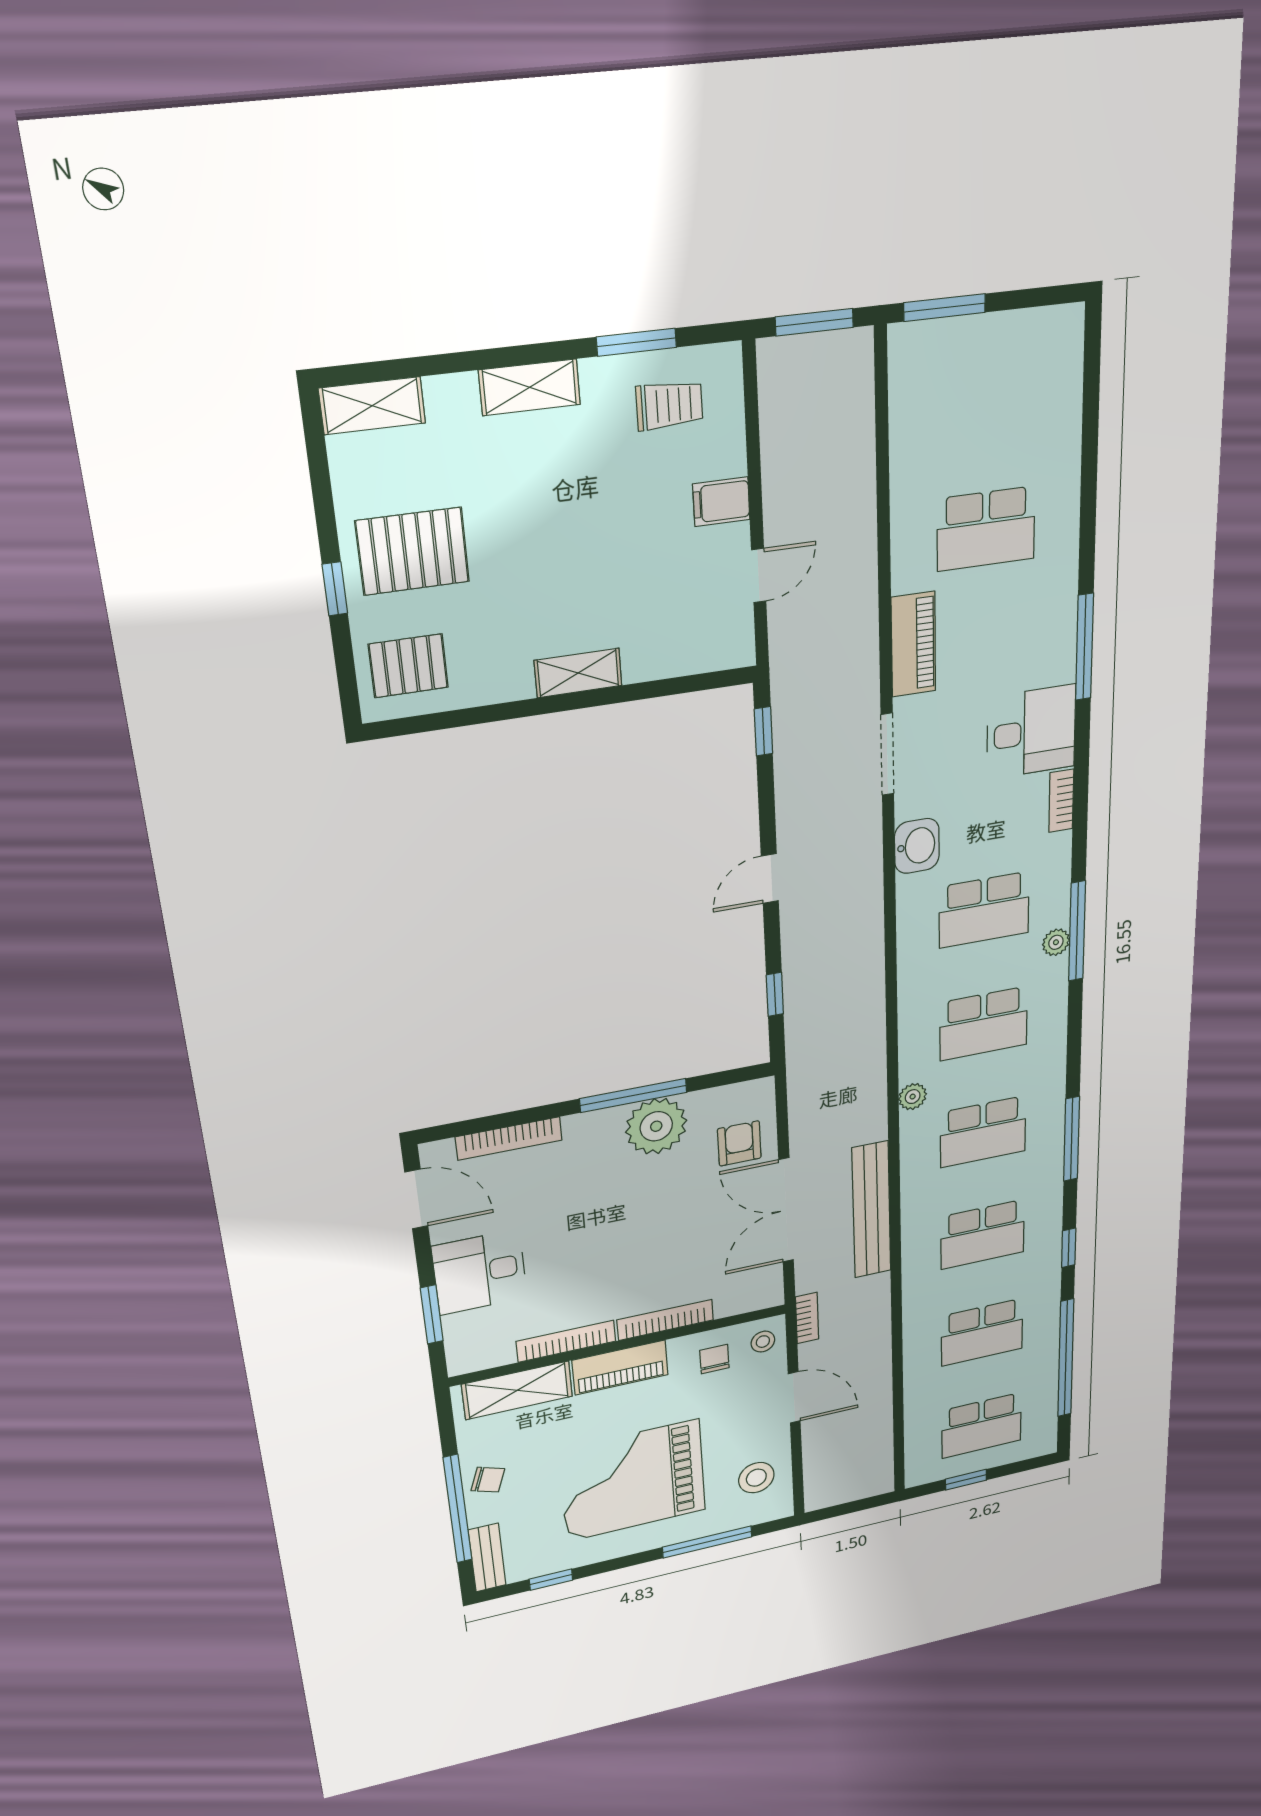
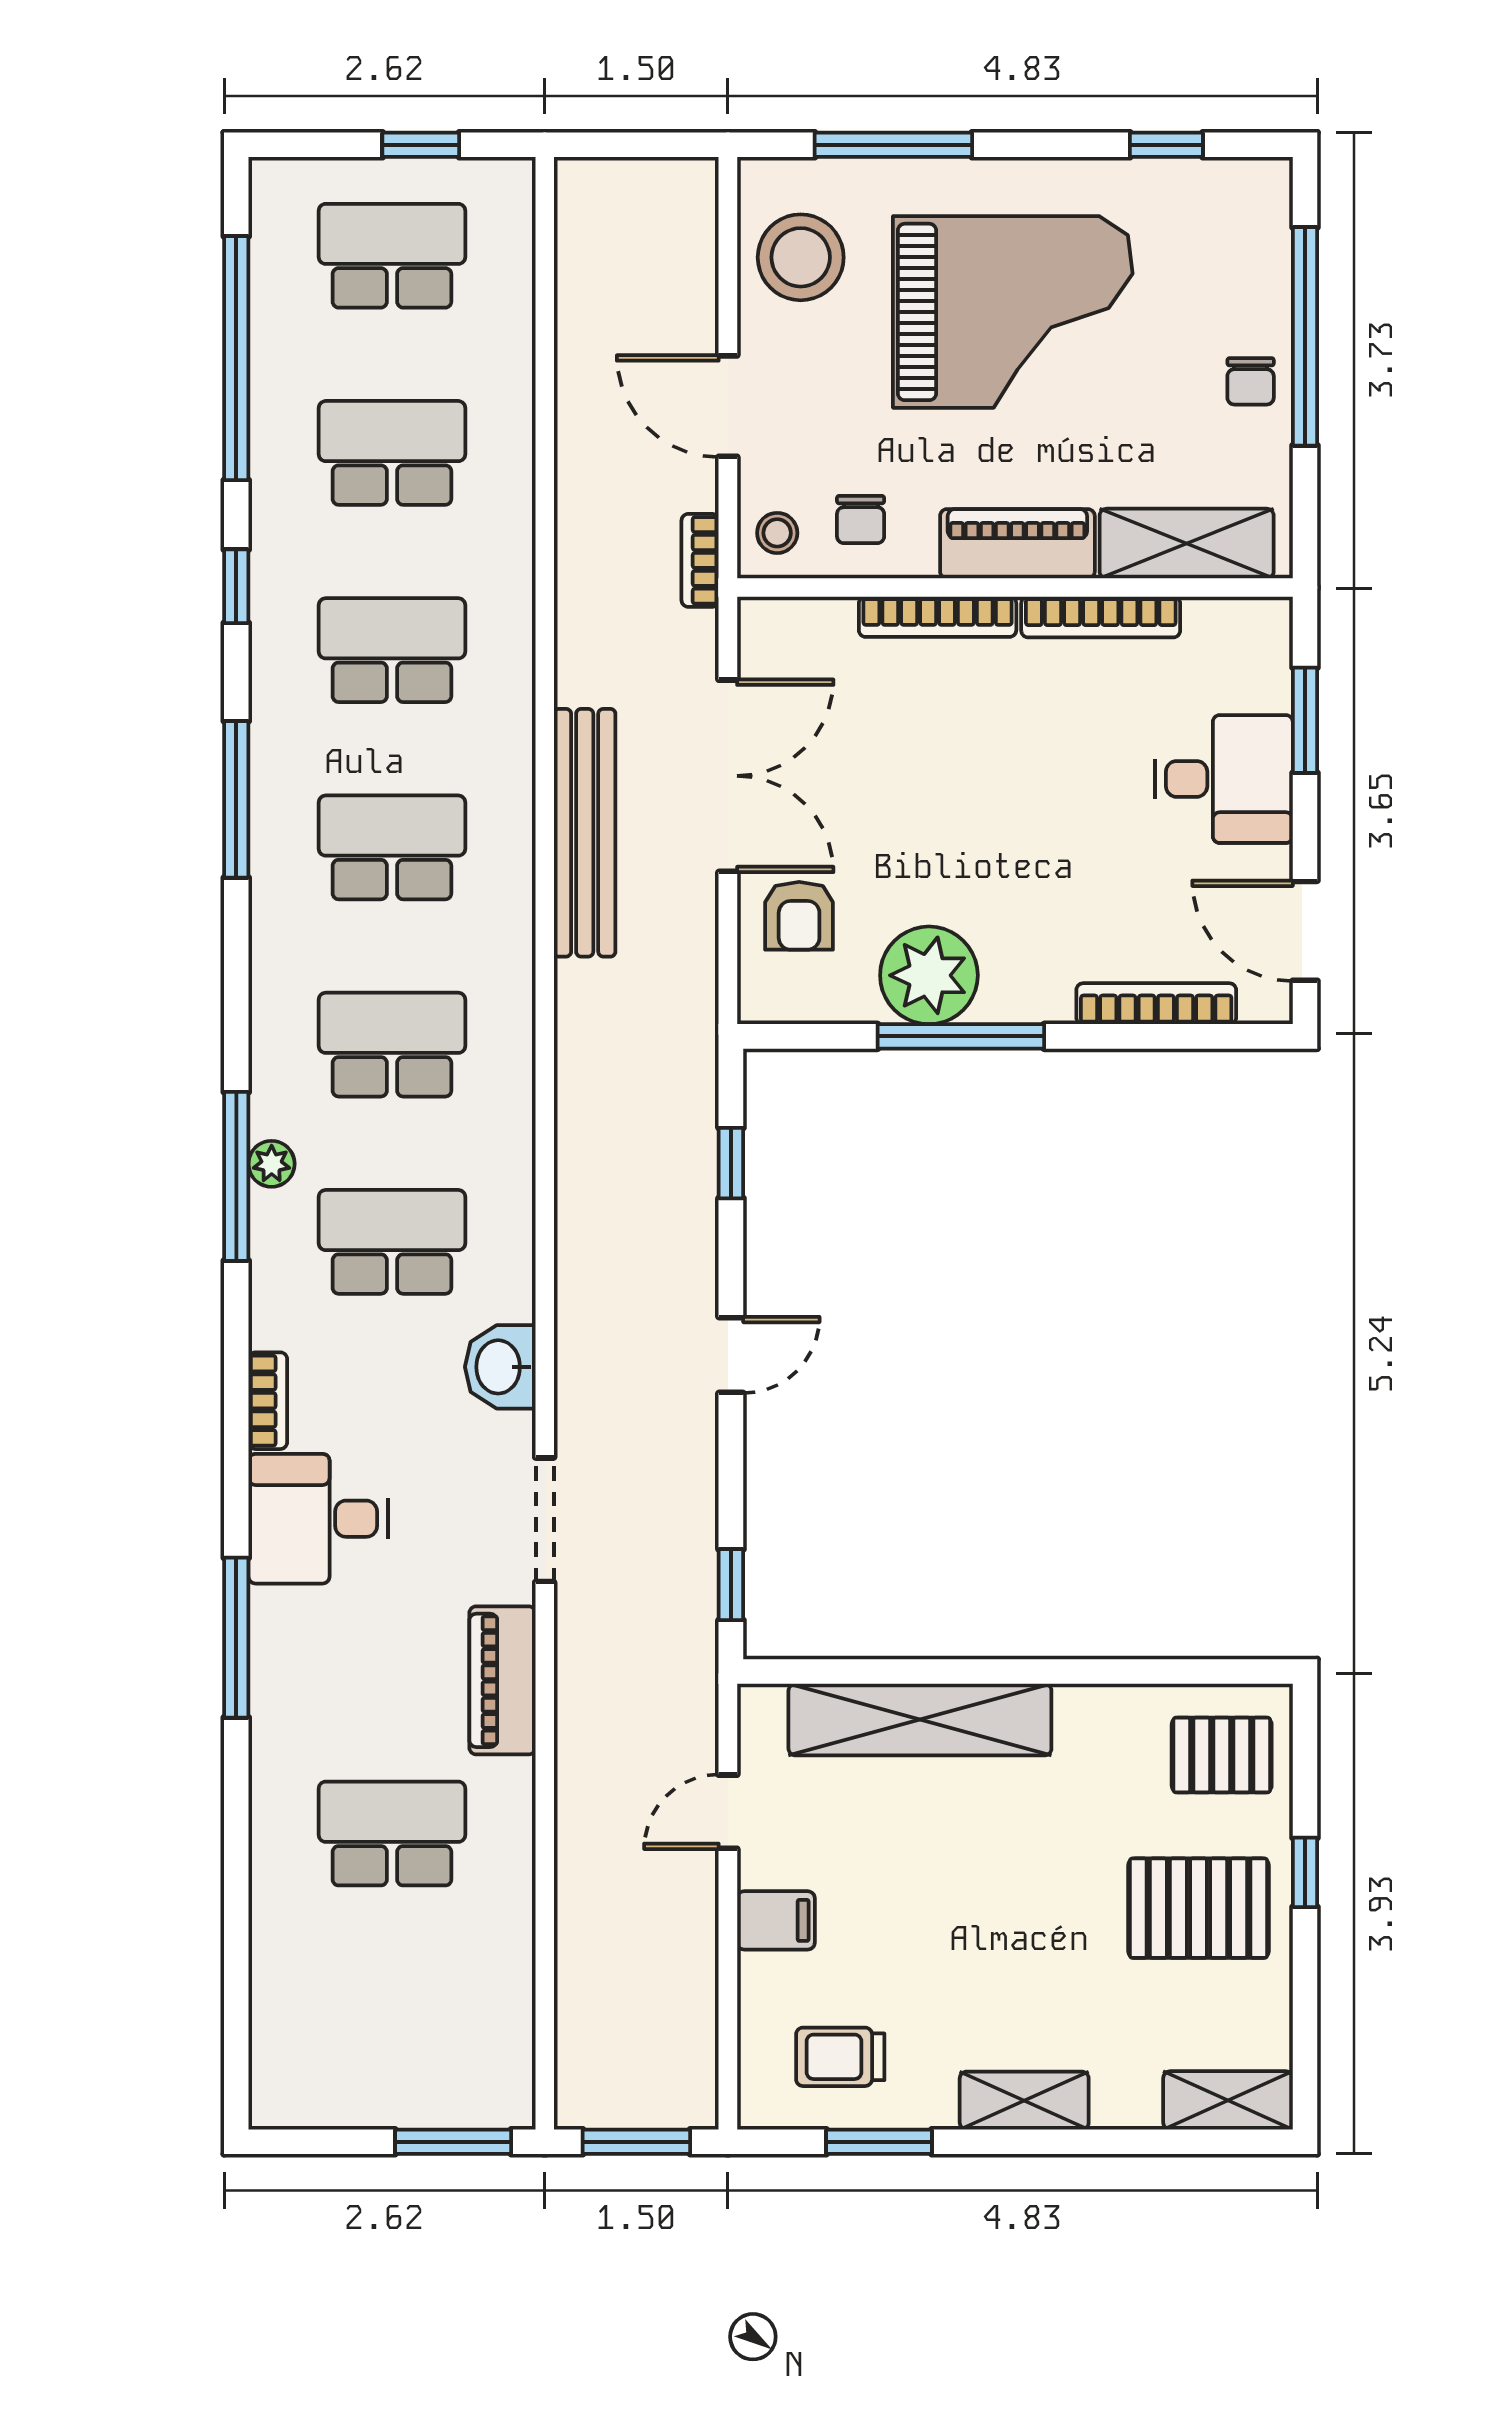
shelving: (578, 673) -> (920, 1720), width x2.20, depth x1.33
plant: (913, 1097) -> (512, 938), removed
bench: (871, 1210) -> (585, 833), moved
stool: (756, 1478) -> (801, 257), width x1.38, depth x1.38
chair: (488, 1480) -> (1251, 381), turned -109
bench: (487, 1558) -> (1268, 223), removed

